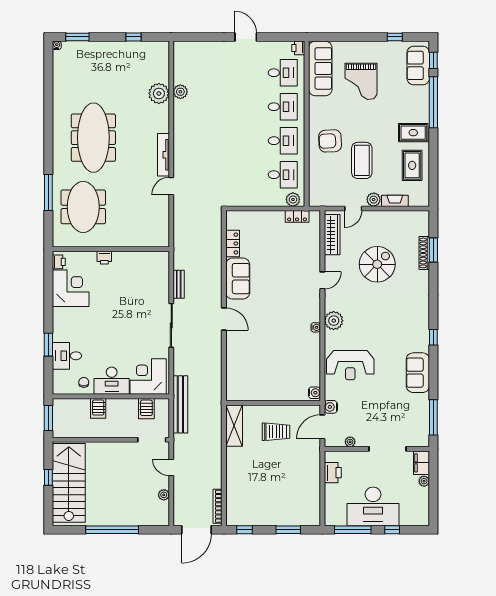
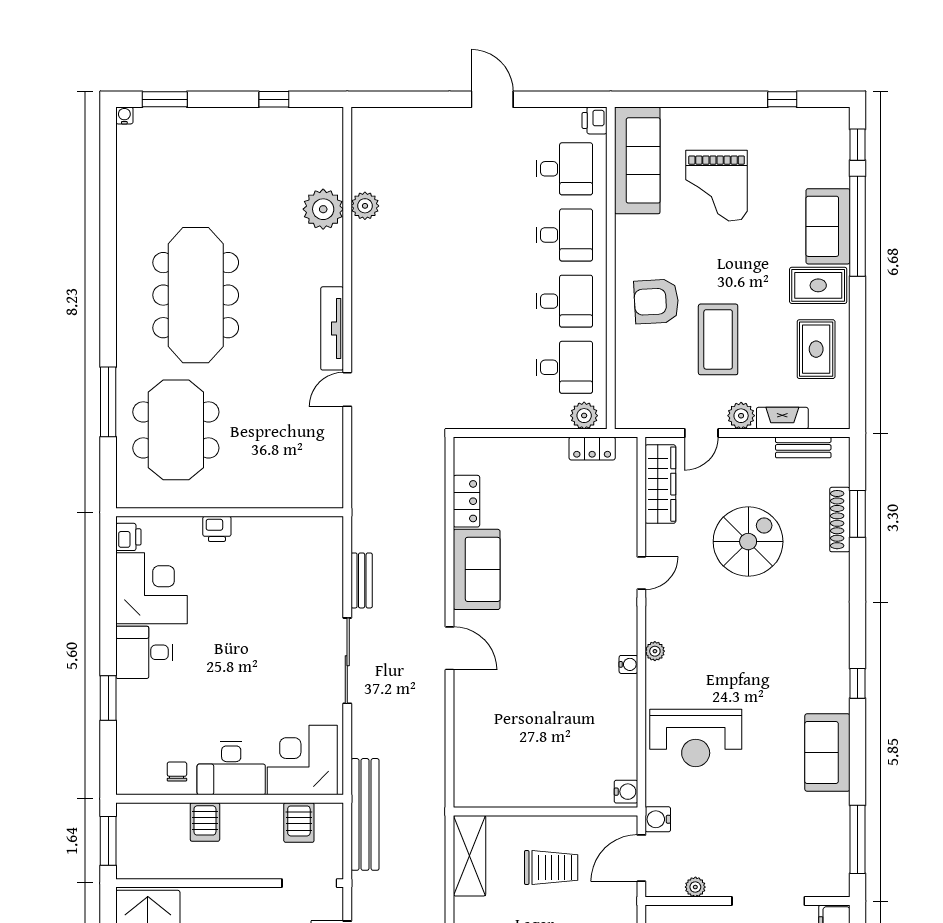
sofa: (418, 65) -> (828, 226), moved
bench: (406, 216) -> (803, 447), added
plant: (334, 321) -> (655, 651), width x0.53, depth x0.53
desk: (67, 356) -> (144, 652), moved

